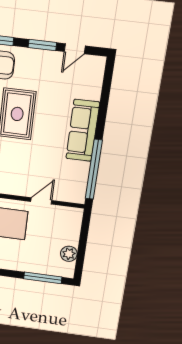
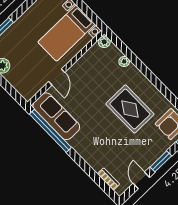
bookcase: (98, 81) -> (108, 179), added
sofa: (83, 131) -> (56, 116), moved

